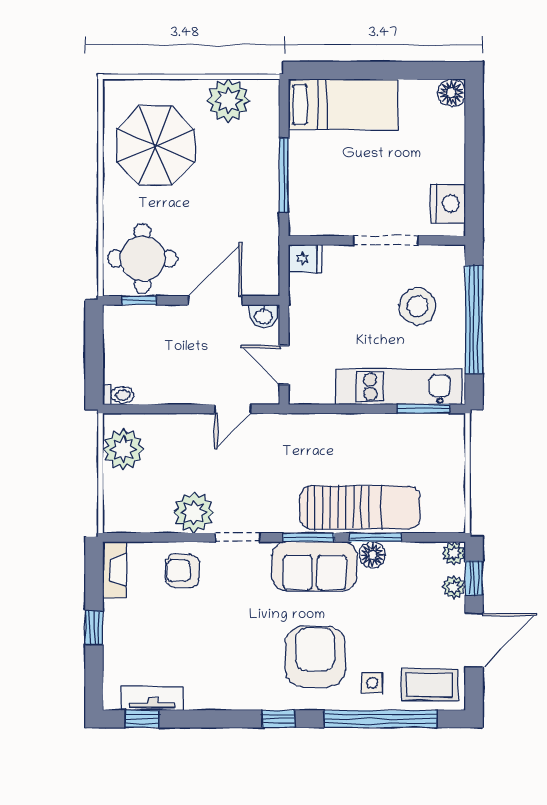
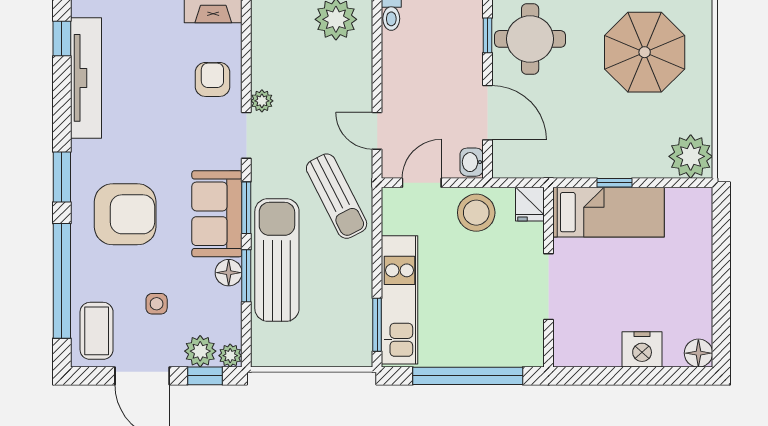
plant: (228, 100) -> (691, 156), moved
bed: (343, 104) -> (608, 212), moved, turned -90
window: (284, 175) -> (615, 183), width x0.46
nightstand: (448, 204) -> (642, 349), moved
stool: (418, 306) -> (476, 213), moved
sun lounger: (297, 449) -> (337, 196), added
sun lounger: (360, 507) -> (277, 260), turned 180
plant: (194, 512) -> (262, 101), width x0.53, depth x0.53
plant: (454, 587) -> (200, 351), width x1.38, depth x1.38
side table: (372, 683) -> (157, 304), moved
tv unit: (153, 698) -> (86, 78), width x1.92, depth x1.29
window: (278, 719) -> (62, 177), width x1.50

